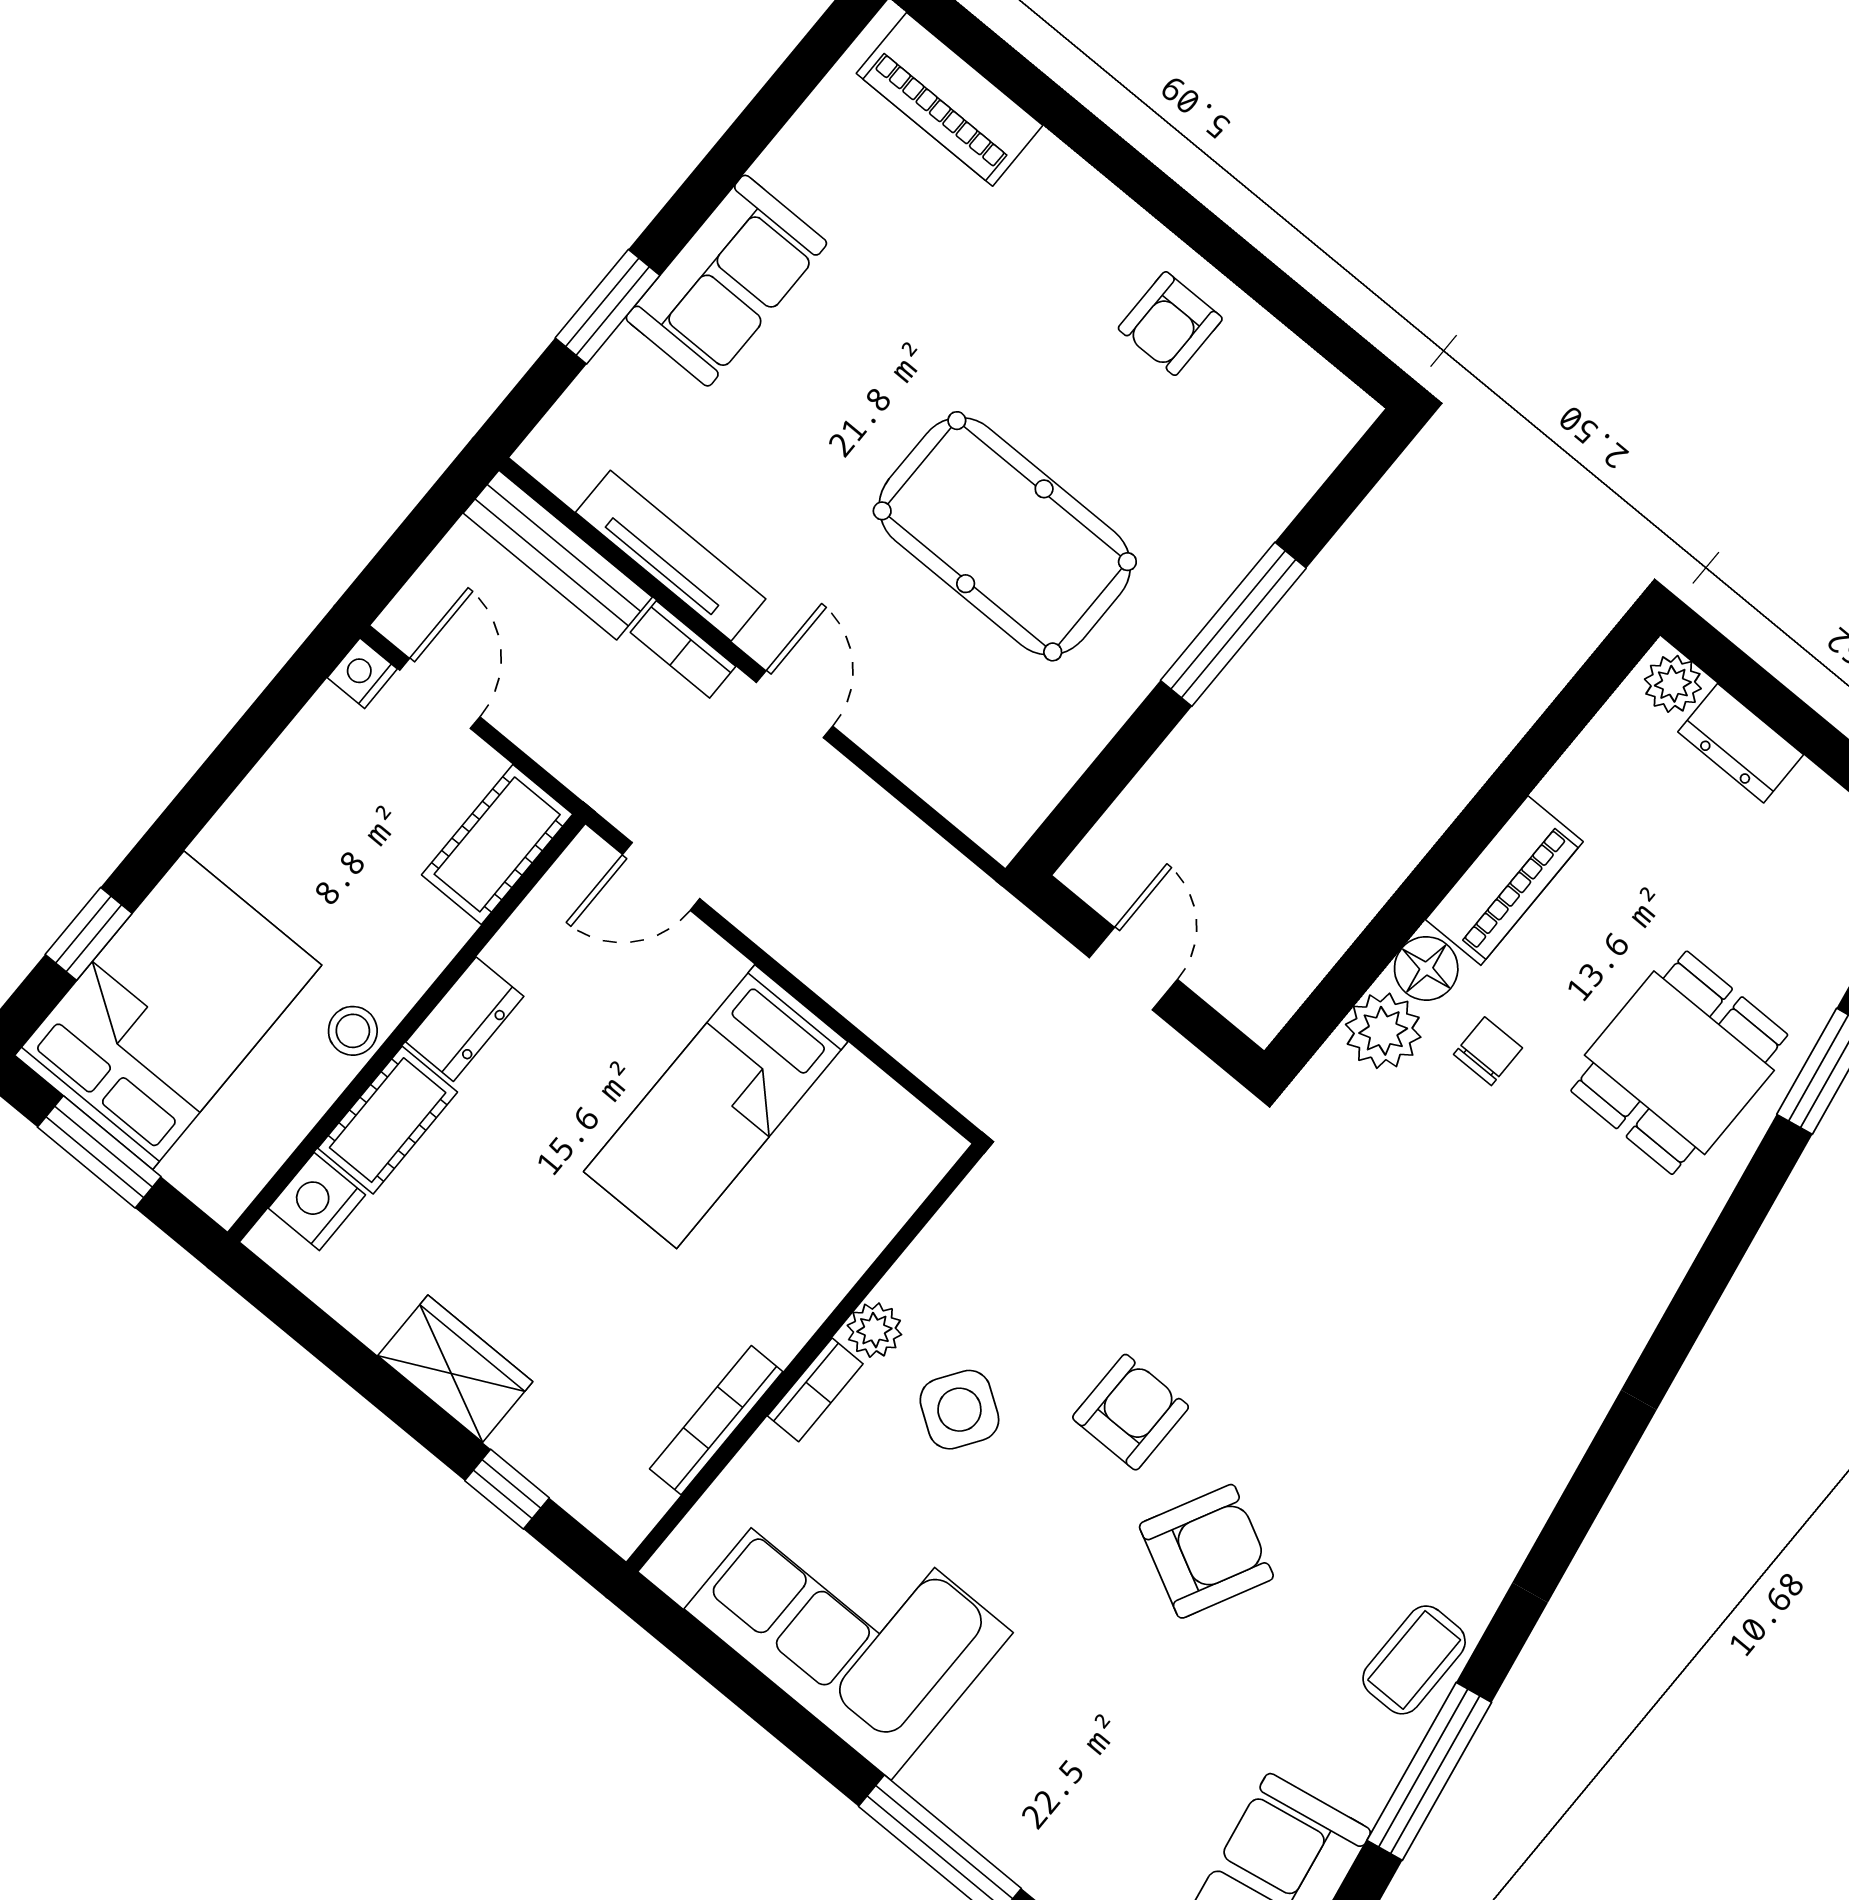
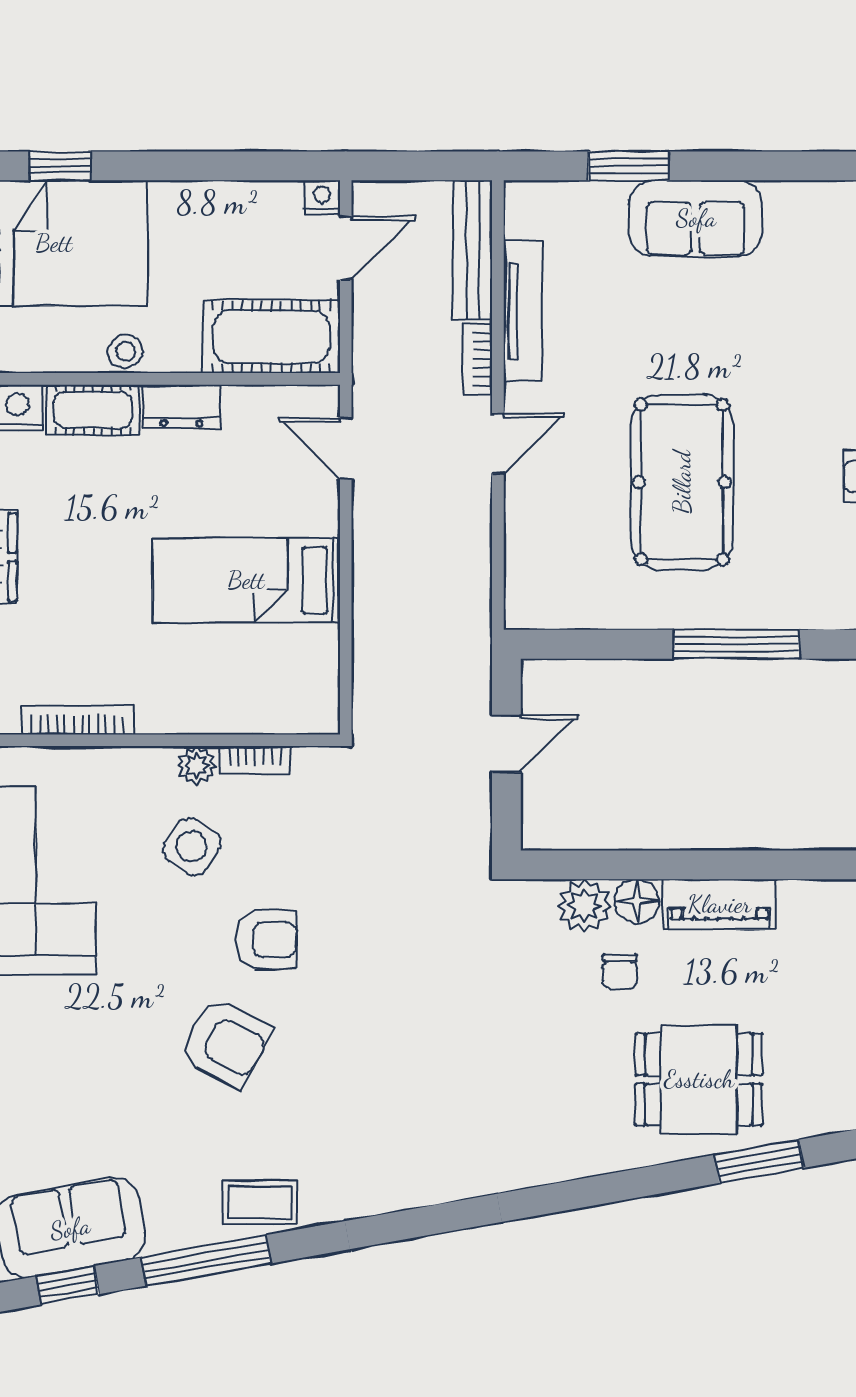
cot: (497, 844) -> (272, 337), width x1.37, depth x1.34
chair: (1488, 1051) -> (620, 971), turned 90
bookcase: (815, 1390) -> (255, 760), moved

